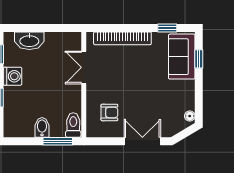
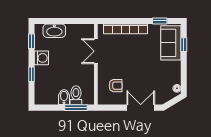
toilet: (73, 125) -> (76, 95), moved

